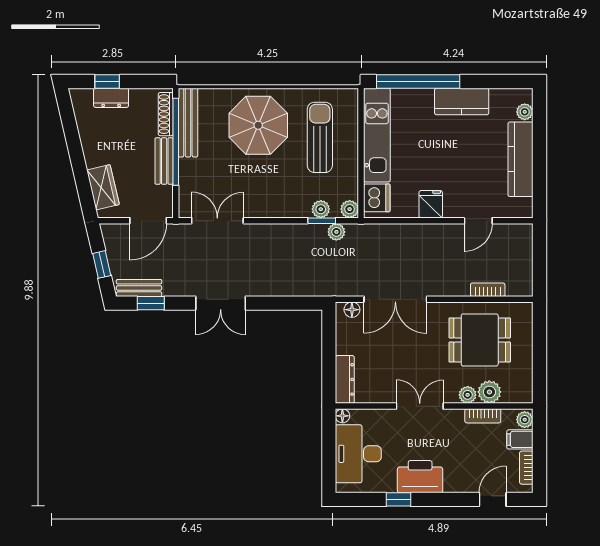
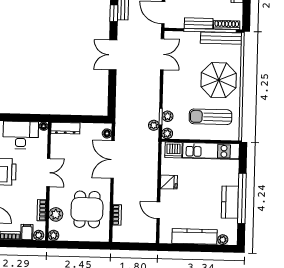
window: (418, 81) -> (242, 198), moved
sun lounger: (320, 137) -> (210, 117), turned 180
plant: (468, 395) -> (54, 235), moved

